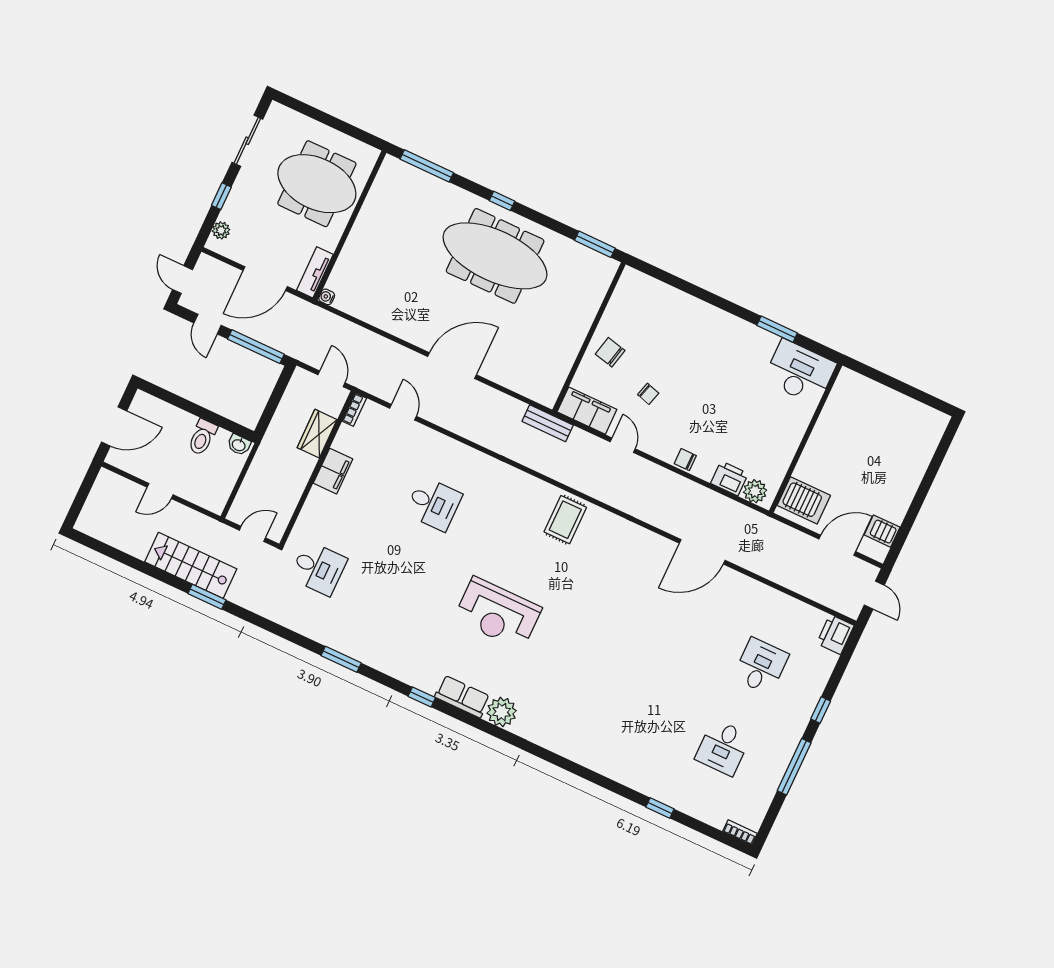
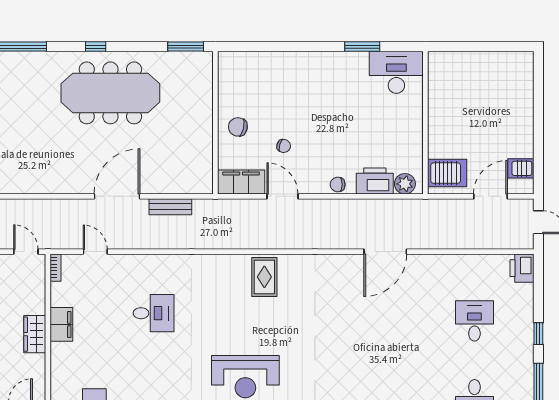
bench: (548, 423) -> (170, 207), moved
wardrobe: (317, 434) -> (35, 334), moved
door: (623, 445) -> (282, 196), width x1.38
printer: (729, 478) -> (375, 181), width x1.37, depth x1.19

